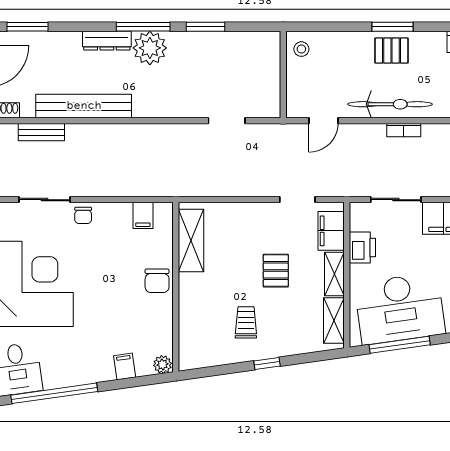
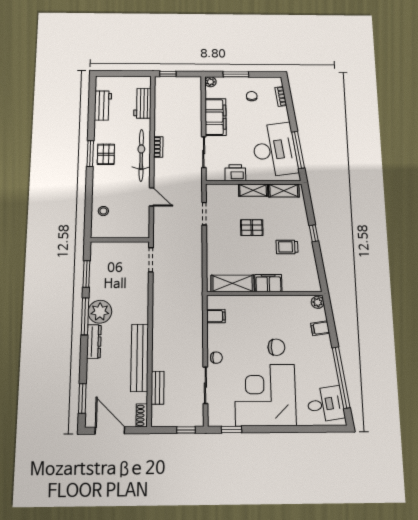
wall: (283, 75) -> (120, 240), moved
filing cabinet: (331, 231) -> (268, 283), moved, turned 180
chair: (157, 281) -> (276, 347), moved

